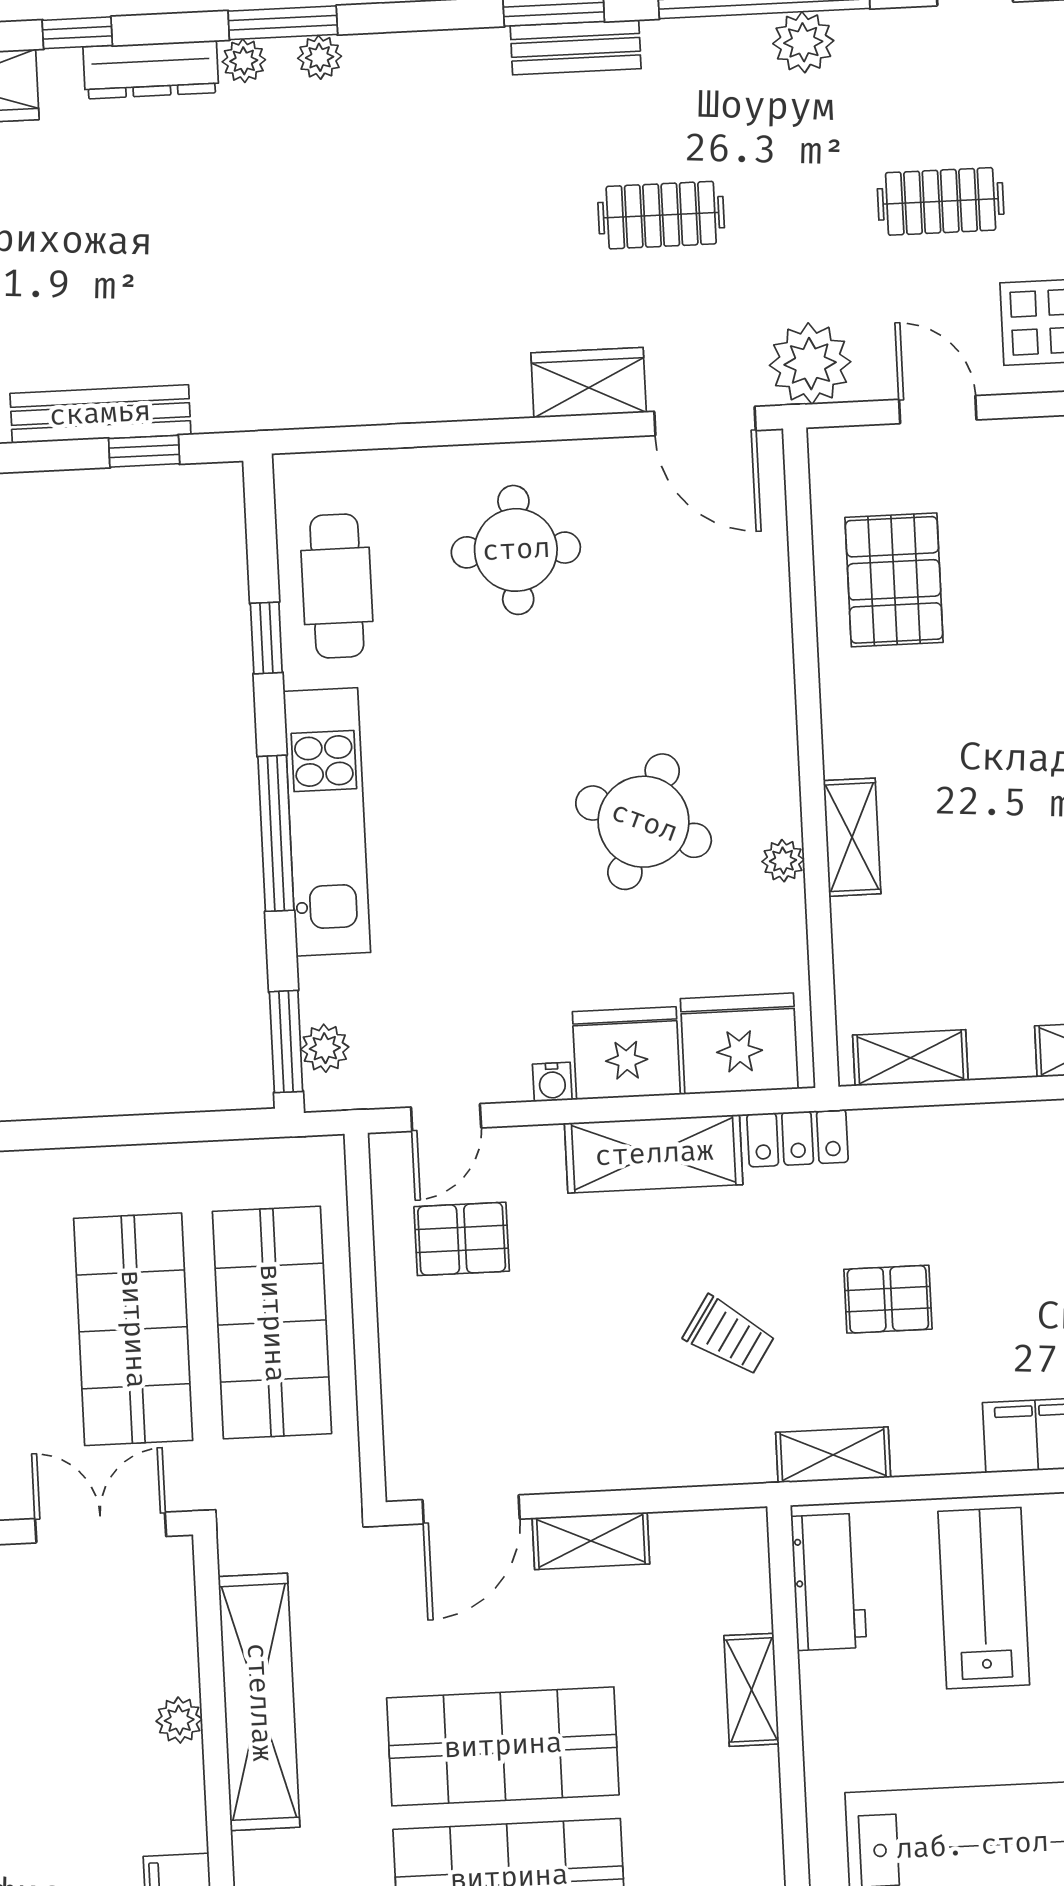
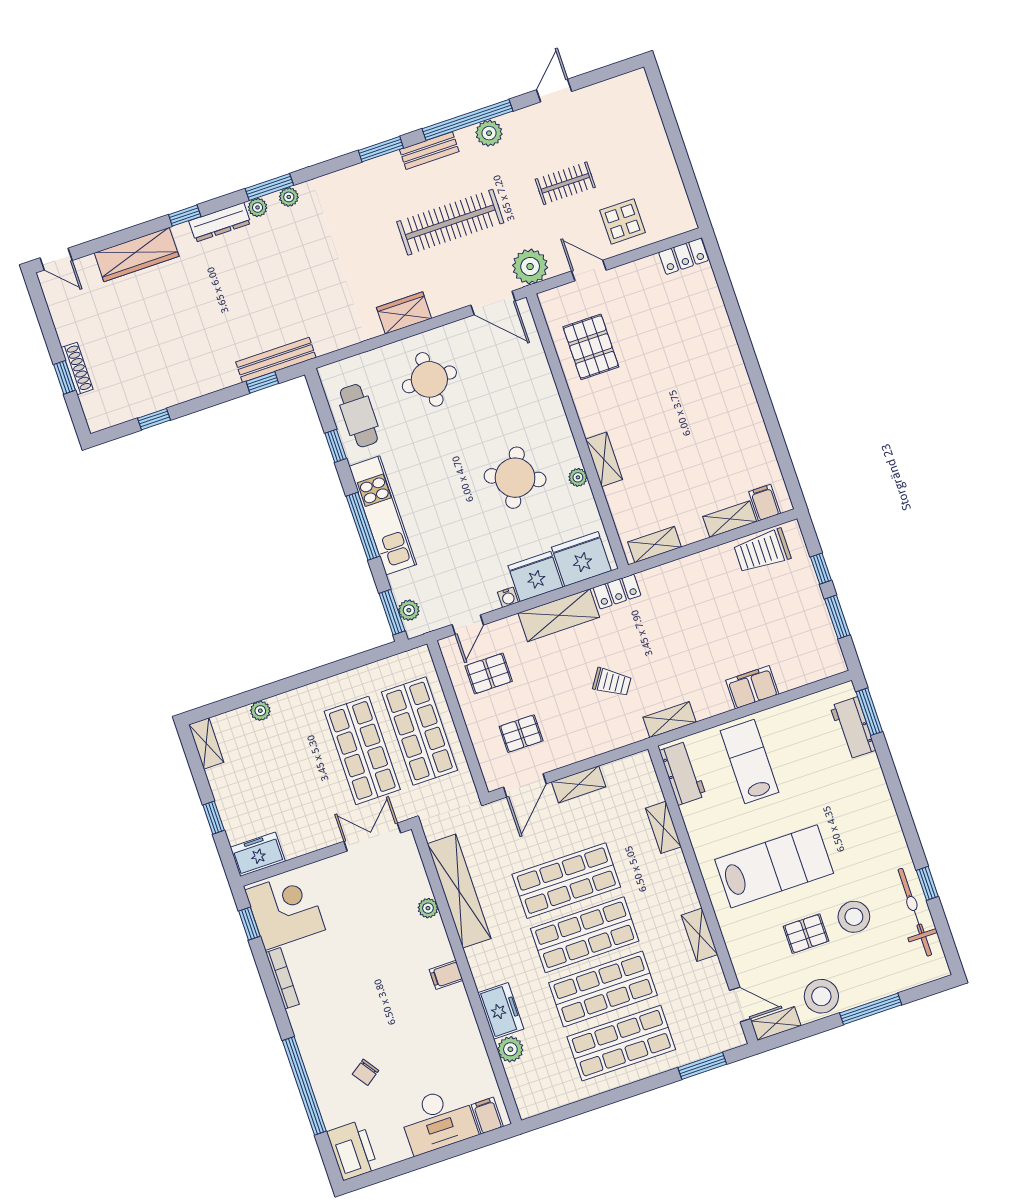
bench: (576, 47) -> (429, 151), moved
clothes rail: (661, 215) -> (450, 222), width x1.86, depth x1.31
wardrobe: (589, 383) -> (404, 313), moved
bench: (100, 414) -> (276, 360), moved
pallet: (888, 1299) -> (521, 734), moved

